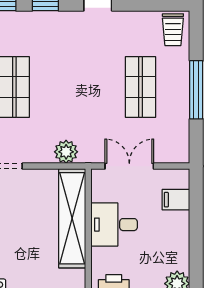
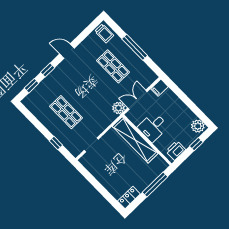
plant: (66, 152) -> (118, 108), moved
filing cabinet: (176, 200) -> (159, 88), moved

